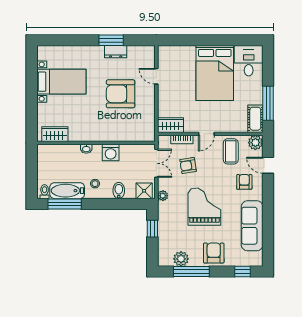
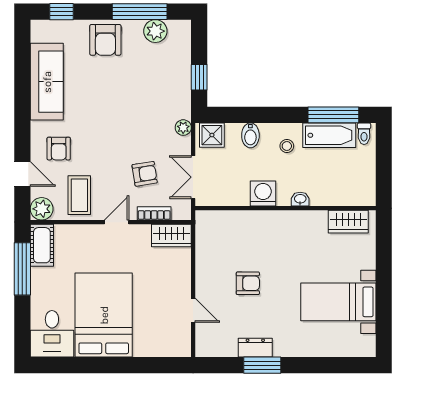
armchair: (121, 94) -> (248, 283), width x0.53, depth x0.53
grand piano: (204, 207) -> (120, 111), removed

